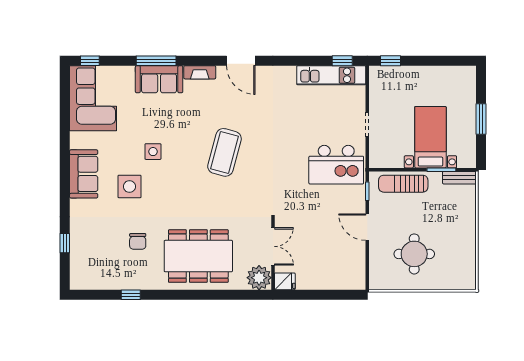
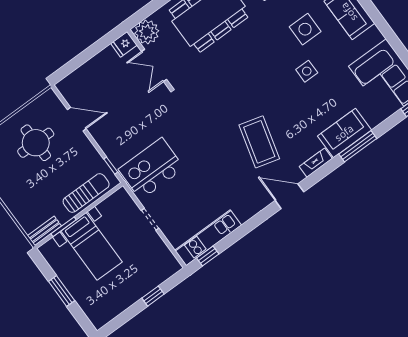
window: (391, 61) -> (153, 296), moved
coffee table: (224, 152) -> (259, 142), moved
door: (367, 227) -> (77, 119), moved

